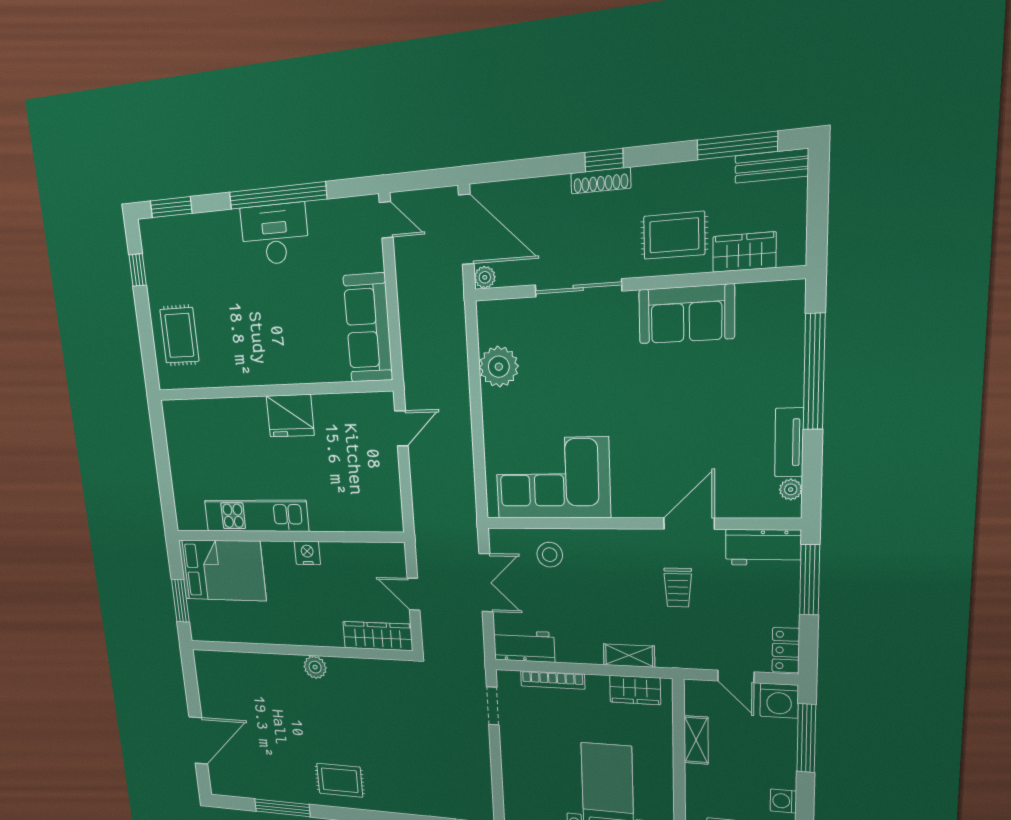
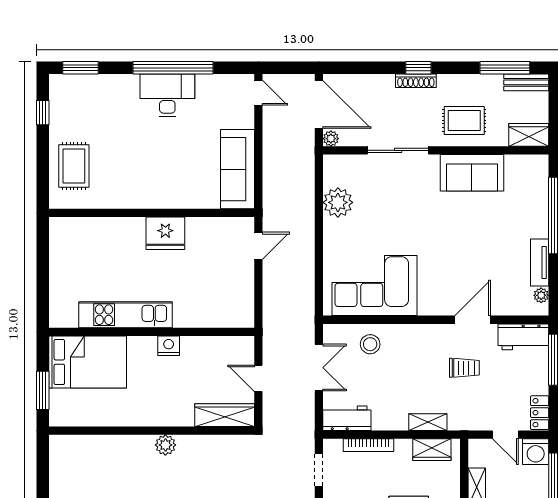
wardrobe: (744, 252) -> (529, 135), moved
trolley: (678, 588) -> (464, 368), turned -90

